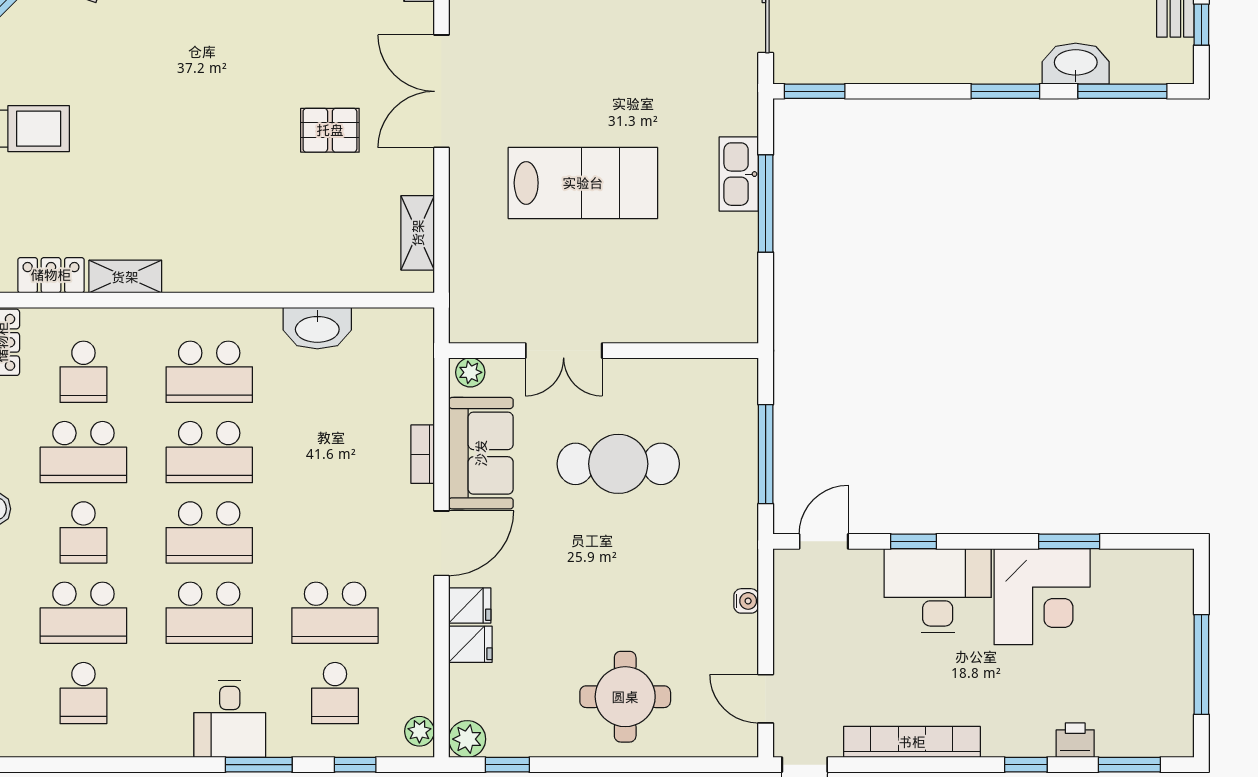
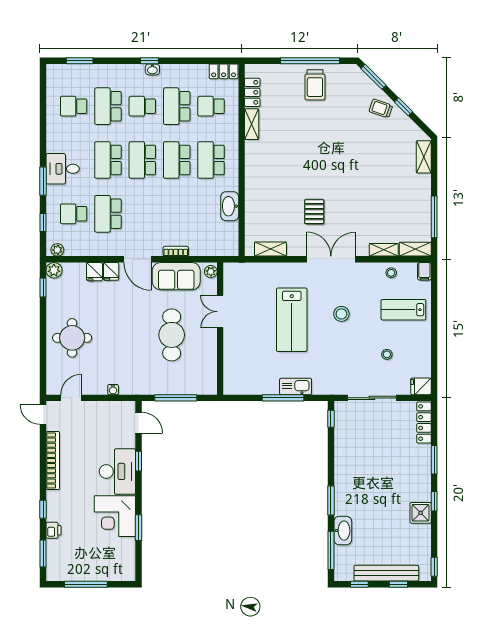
stool: (569, 67) -> (341, 314), added
window: (815, 91) -> (331, 419), width x0.67

